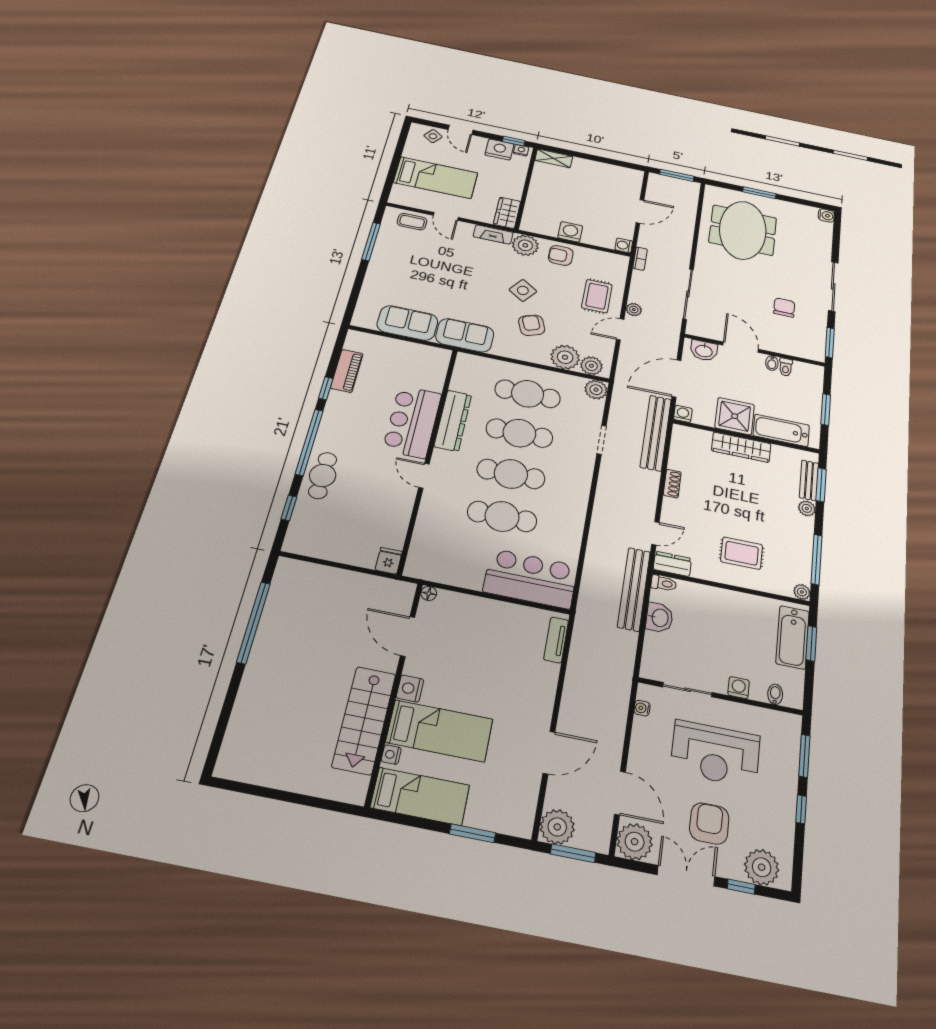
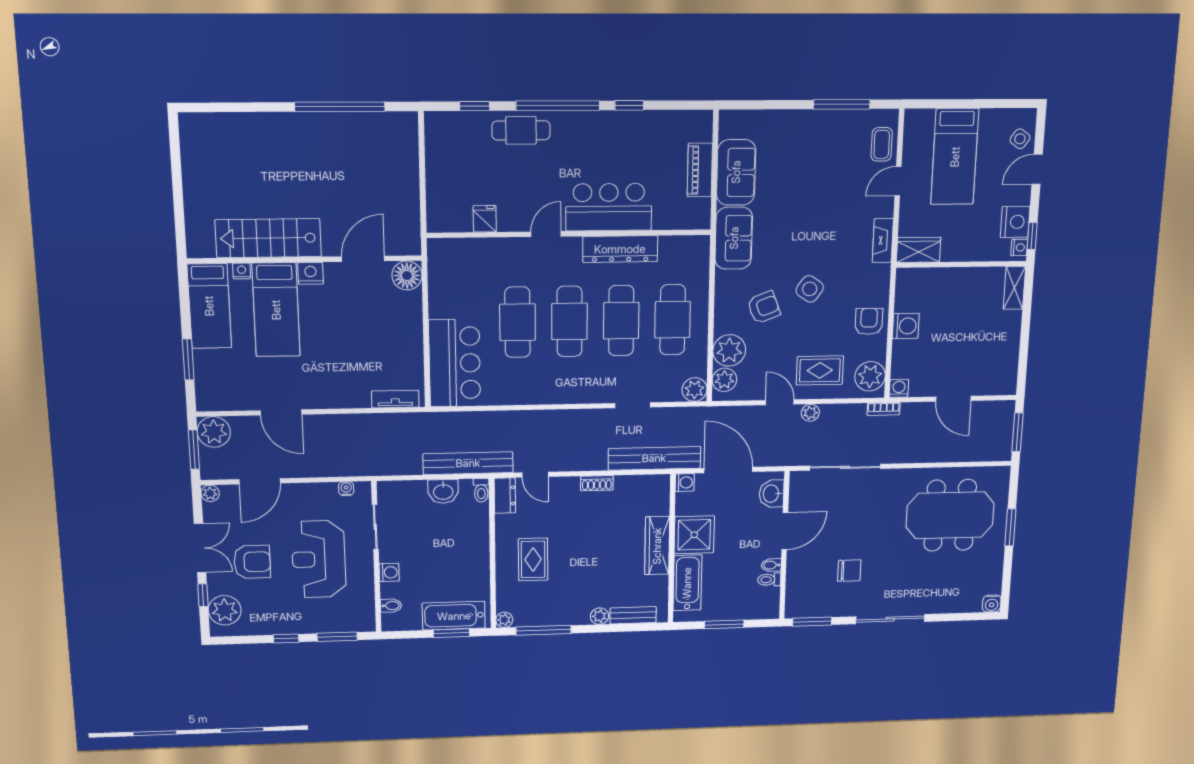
plant: (525, 245) -> (870, 376), moved
piano: (347, 371) -> (700, 170), moved, turned 90
window: (821, 485) -> (631, 627), removed
fridge: (389, 561) -> (485, 219), moved, turned -90
floor lamp: (429, 593) -> (407, 276), width x1.89, depth x1.89
plant: (635, 842) -> (210, 493), width x0.53, depth x0.53

